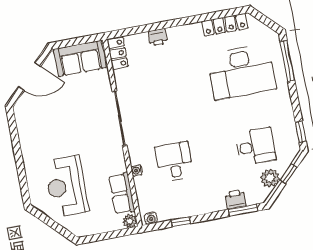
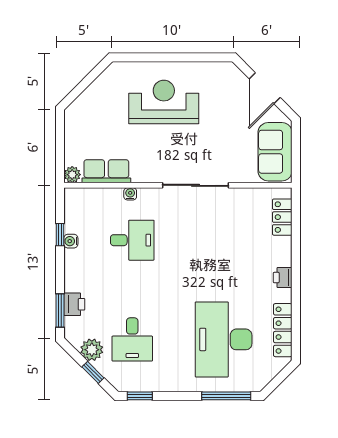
printer: (158, 37) -> (283, 278), moved
locker: (118, 53) -> (282, 217), moved, turned 90
reception desk: (66, 187) -> (164, 102), moved
water cooler: (151, 218) -> (71, 241), moved

